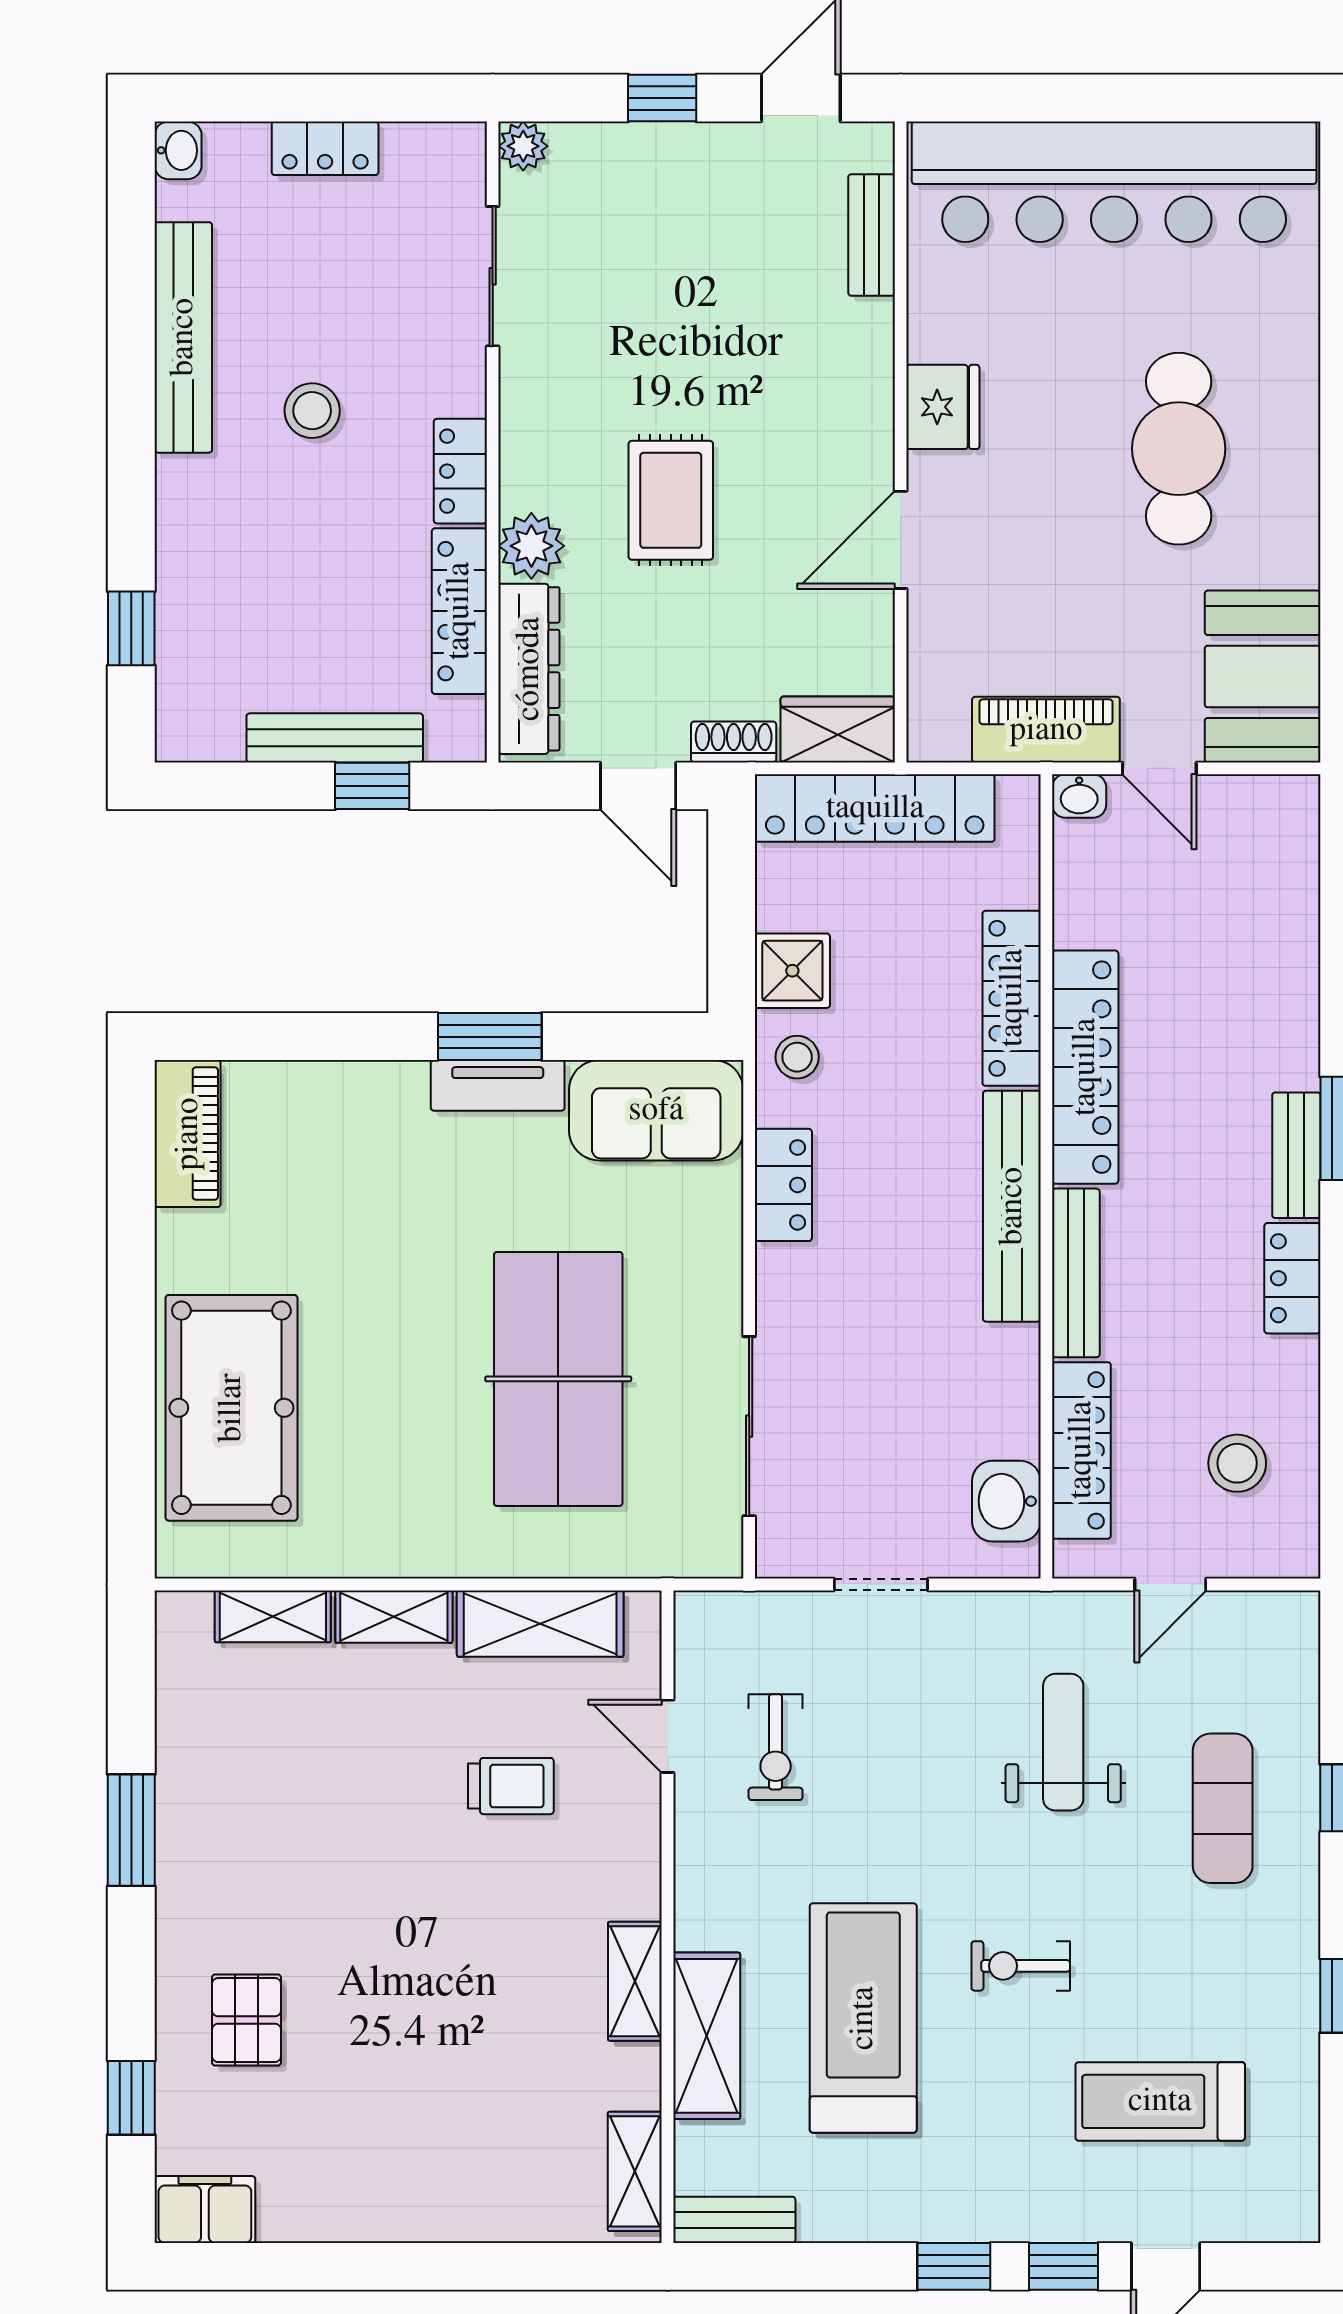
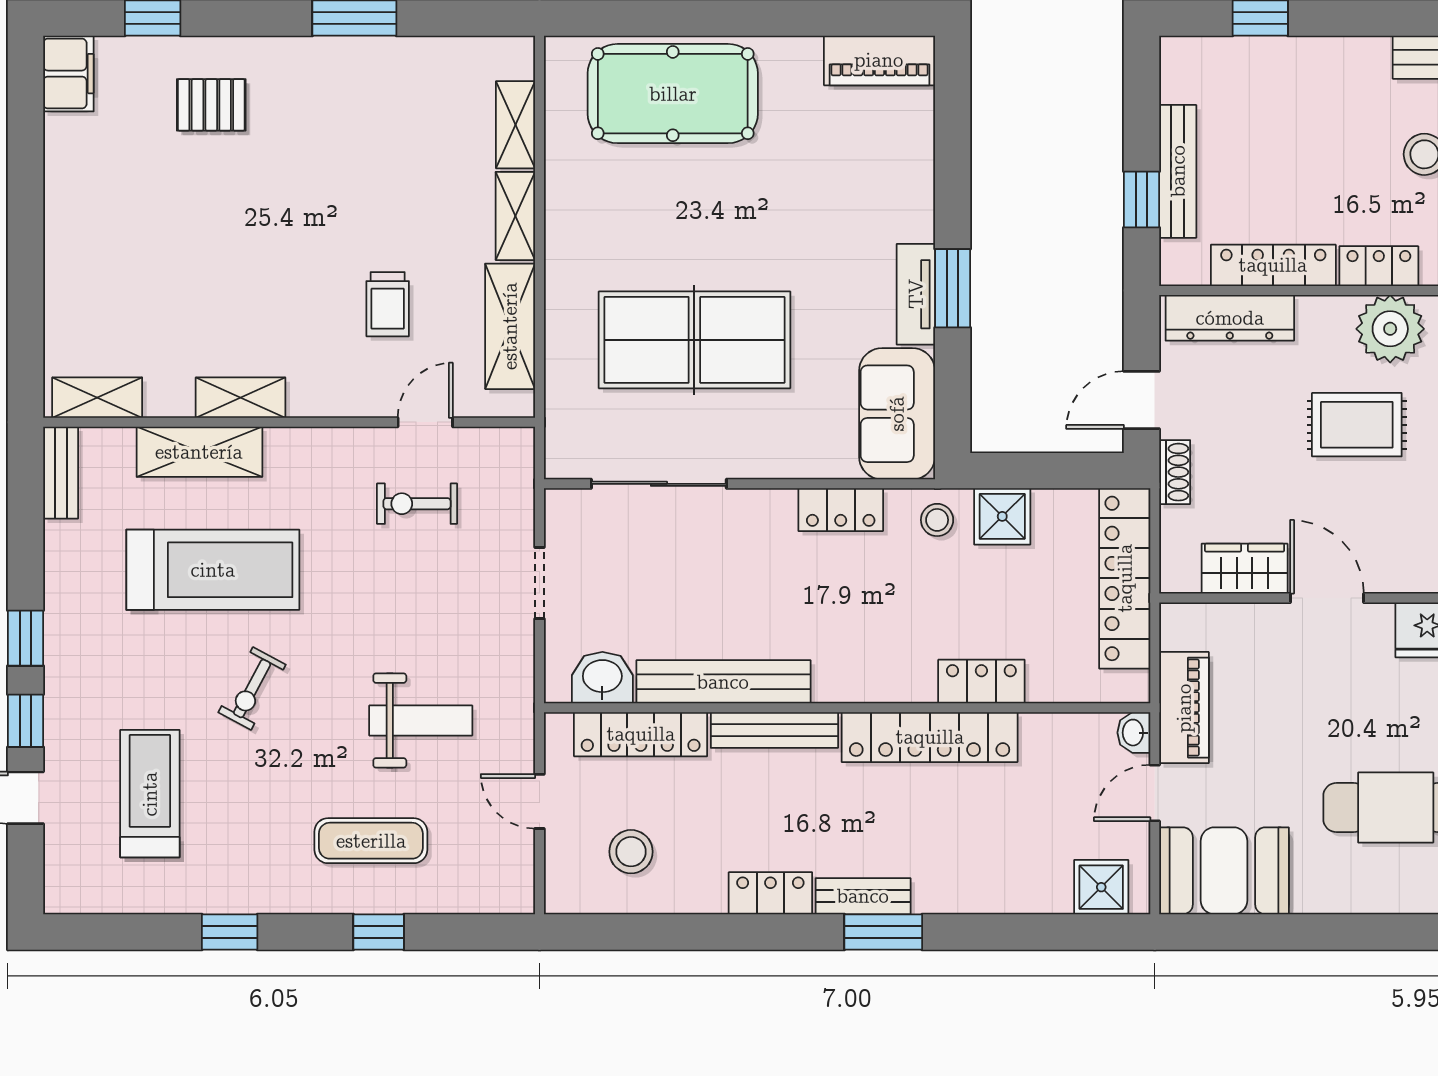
plant: (531, 546) -> (1390, 329), moved, width x1.36, depth x1.36
wardrobe: (838, 729) -> (1245, 569), moved, turned -90
shower: (1284, 839) -> (1101, 887), added
locker: (1012, 998) -> (981, 682), width x0.66
bench: (1012, 1206) -> (723, 682), moved
exercise bike: (1021, 1966) -> (252, 688), turned -152

